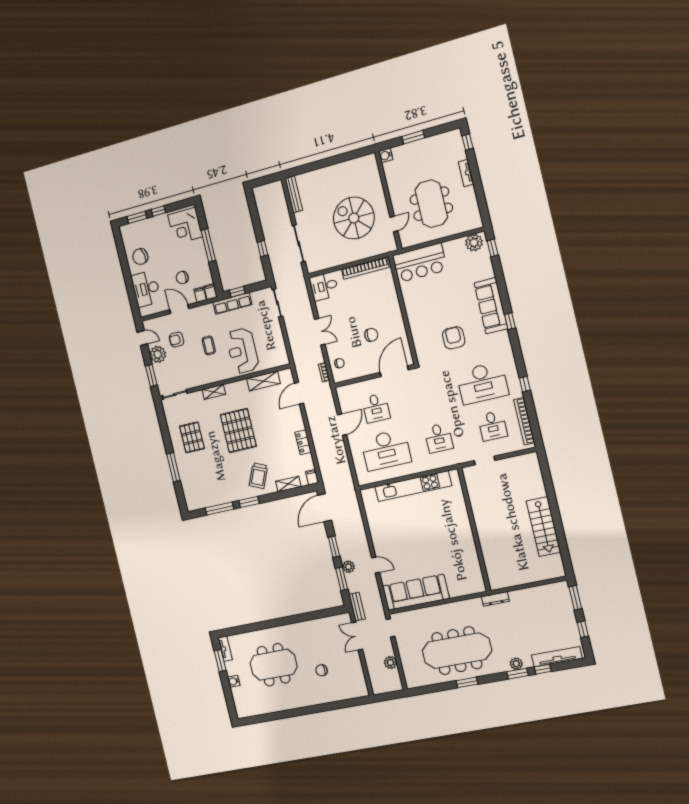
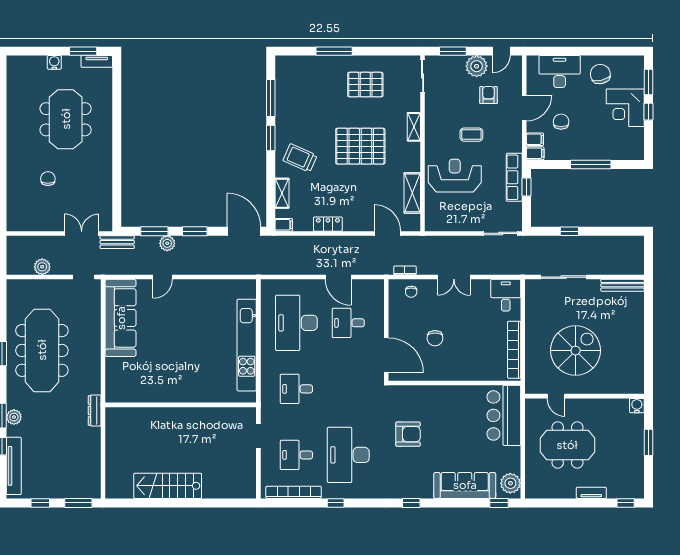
corner desk: (185, 226) -> (625, 108), moved, turned -90
sofa: (491, 306) -> (465, 485), moved

